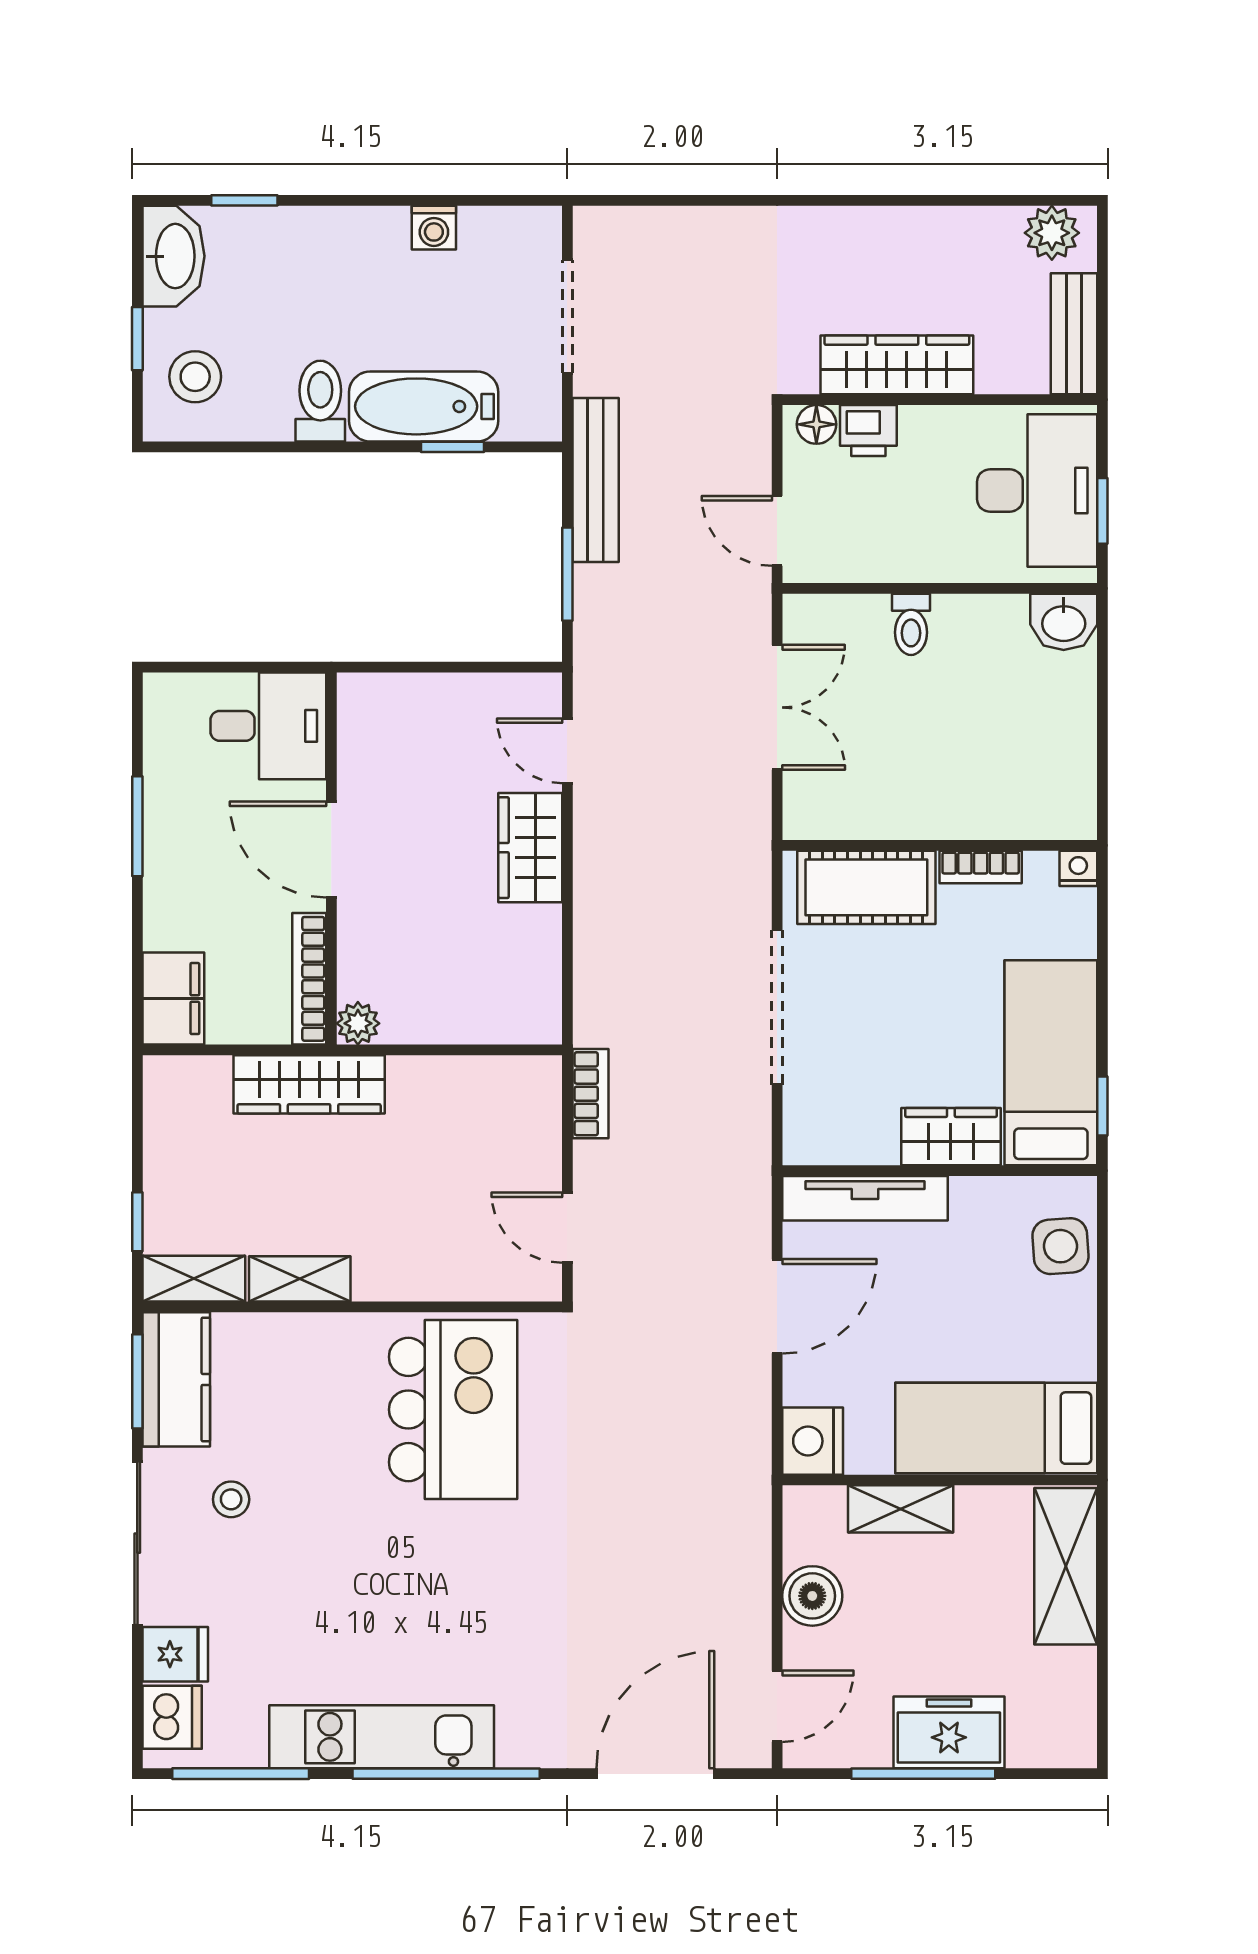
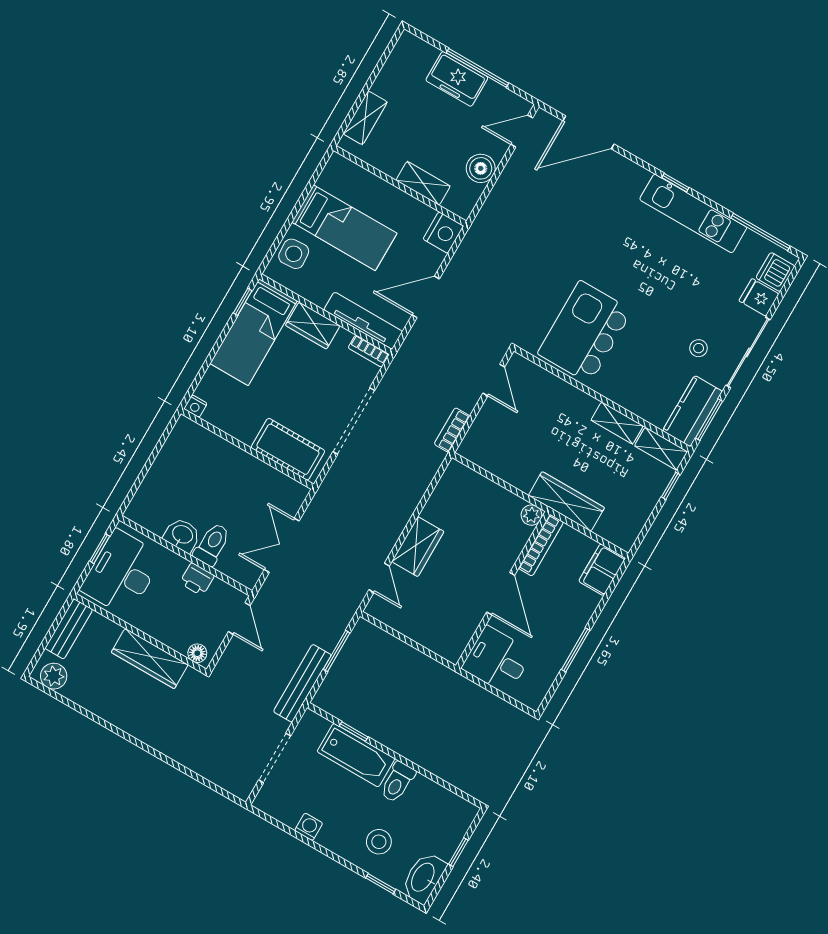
stool: (195, 377) -> (379, 842), moved
printer: (868, 430) -> (197, 579), moved, turned 180
washbasin: (1064, 622) -> (182, 535), moved
toilet: (911, 624) -> (212, 544), width x1.37, depth x1.39
bookcase: (981, 867) -> (369, 351), moved, turned 180
bed: (996, 1428) -> (344, 228), moved
shelving: (1066, 1566) -> (365, 118), width x0.67, depth x0.75
window: (446, 1774) -> (675, 183), width x0.32

